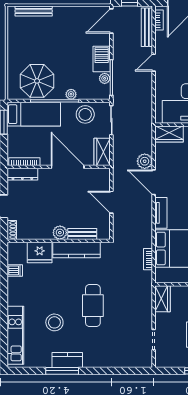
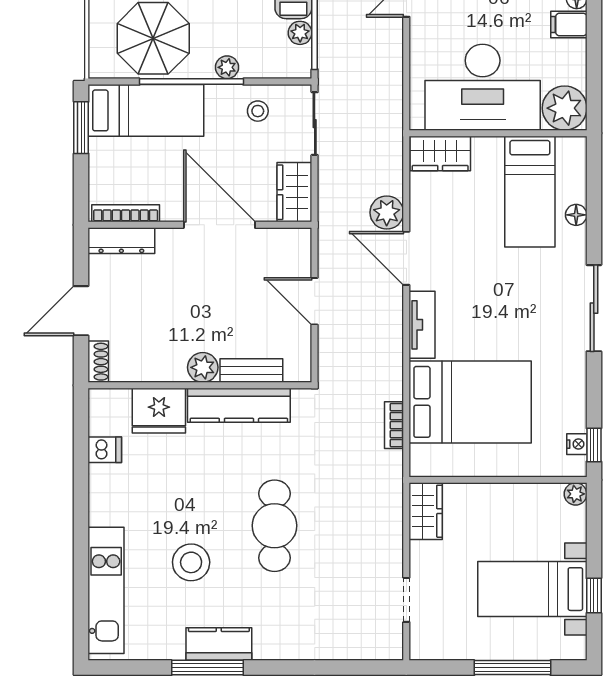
stool: (85, 114) -> (258, 111), width x0.53, depth x0.53

